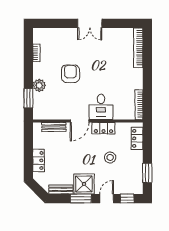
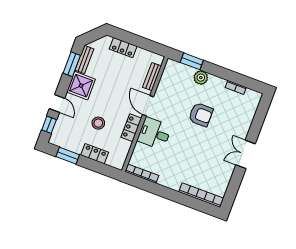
locker: (137, 138) -> (95, 154), moved
window: (81, 199) -> (72, 64), moved

